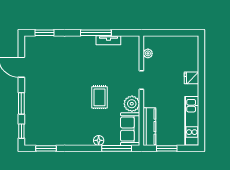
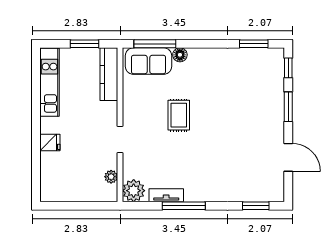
plant: (132, 104) -> (134, 191), moved
sofa: (130, 129) -> (149, 61), moved, turned 90

